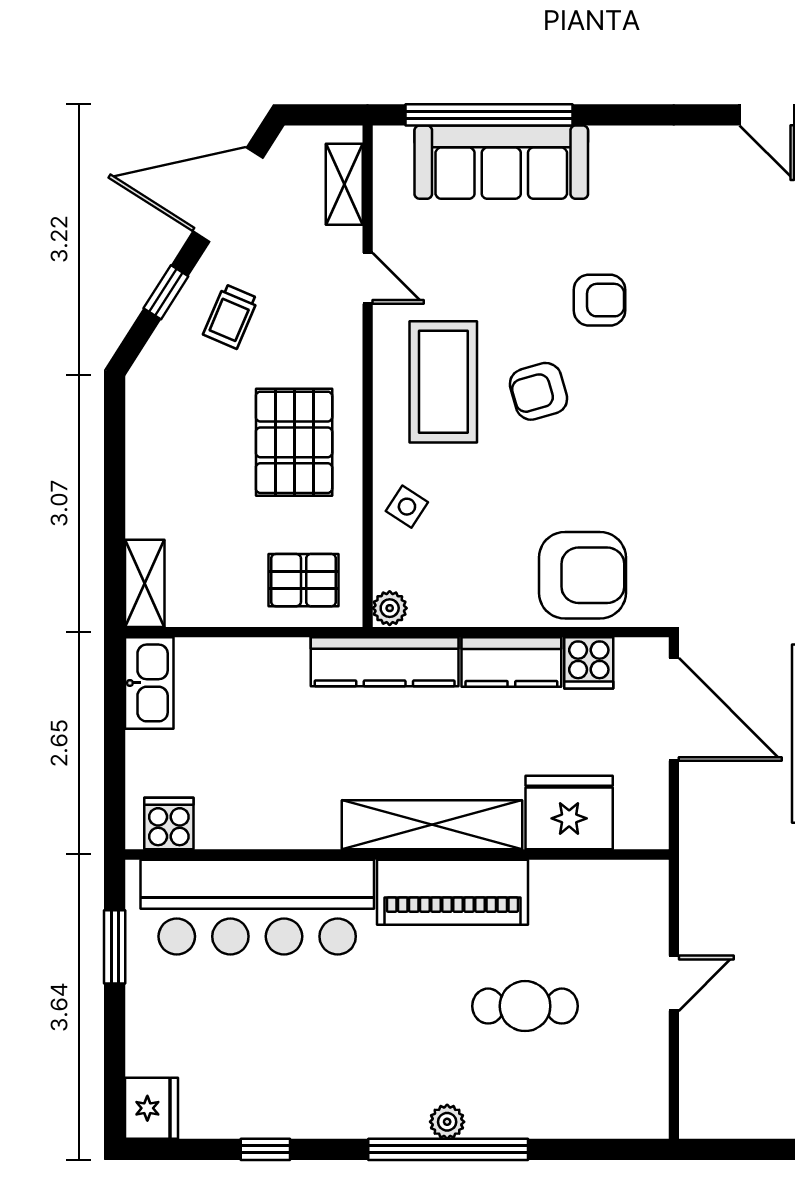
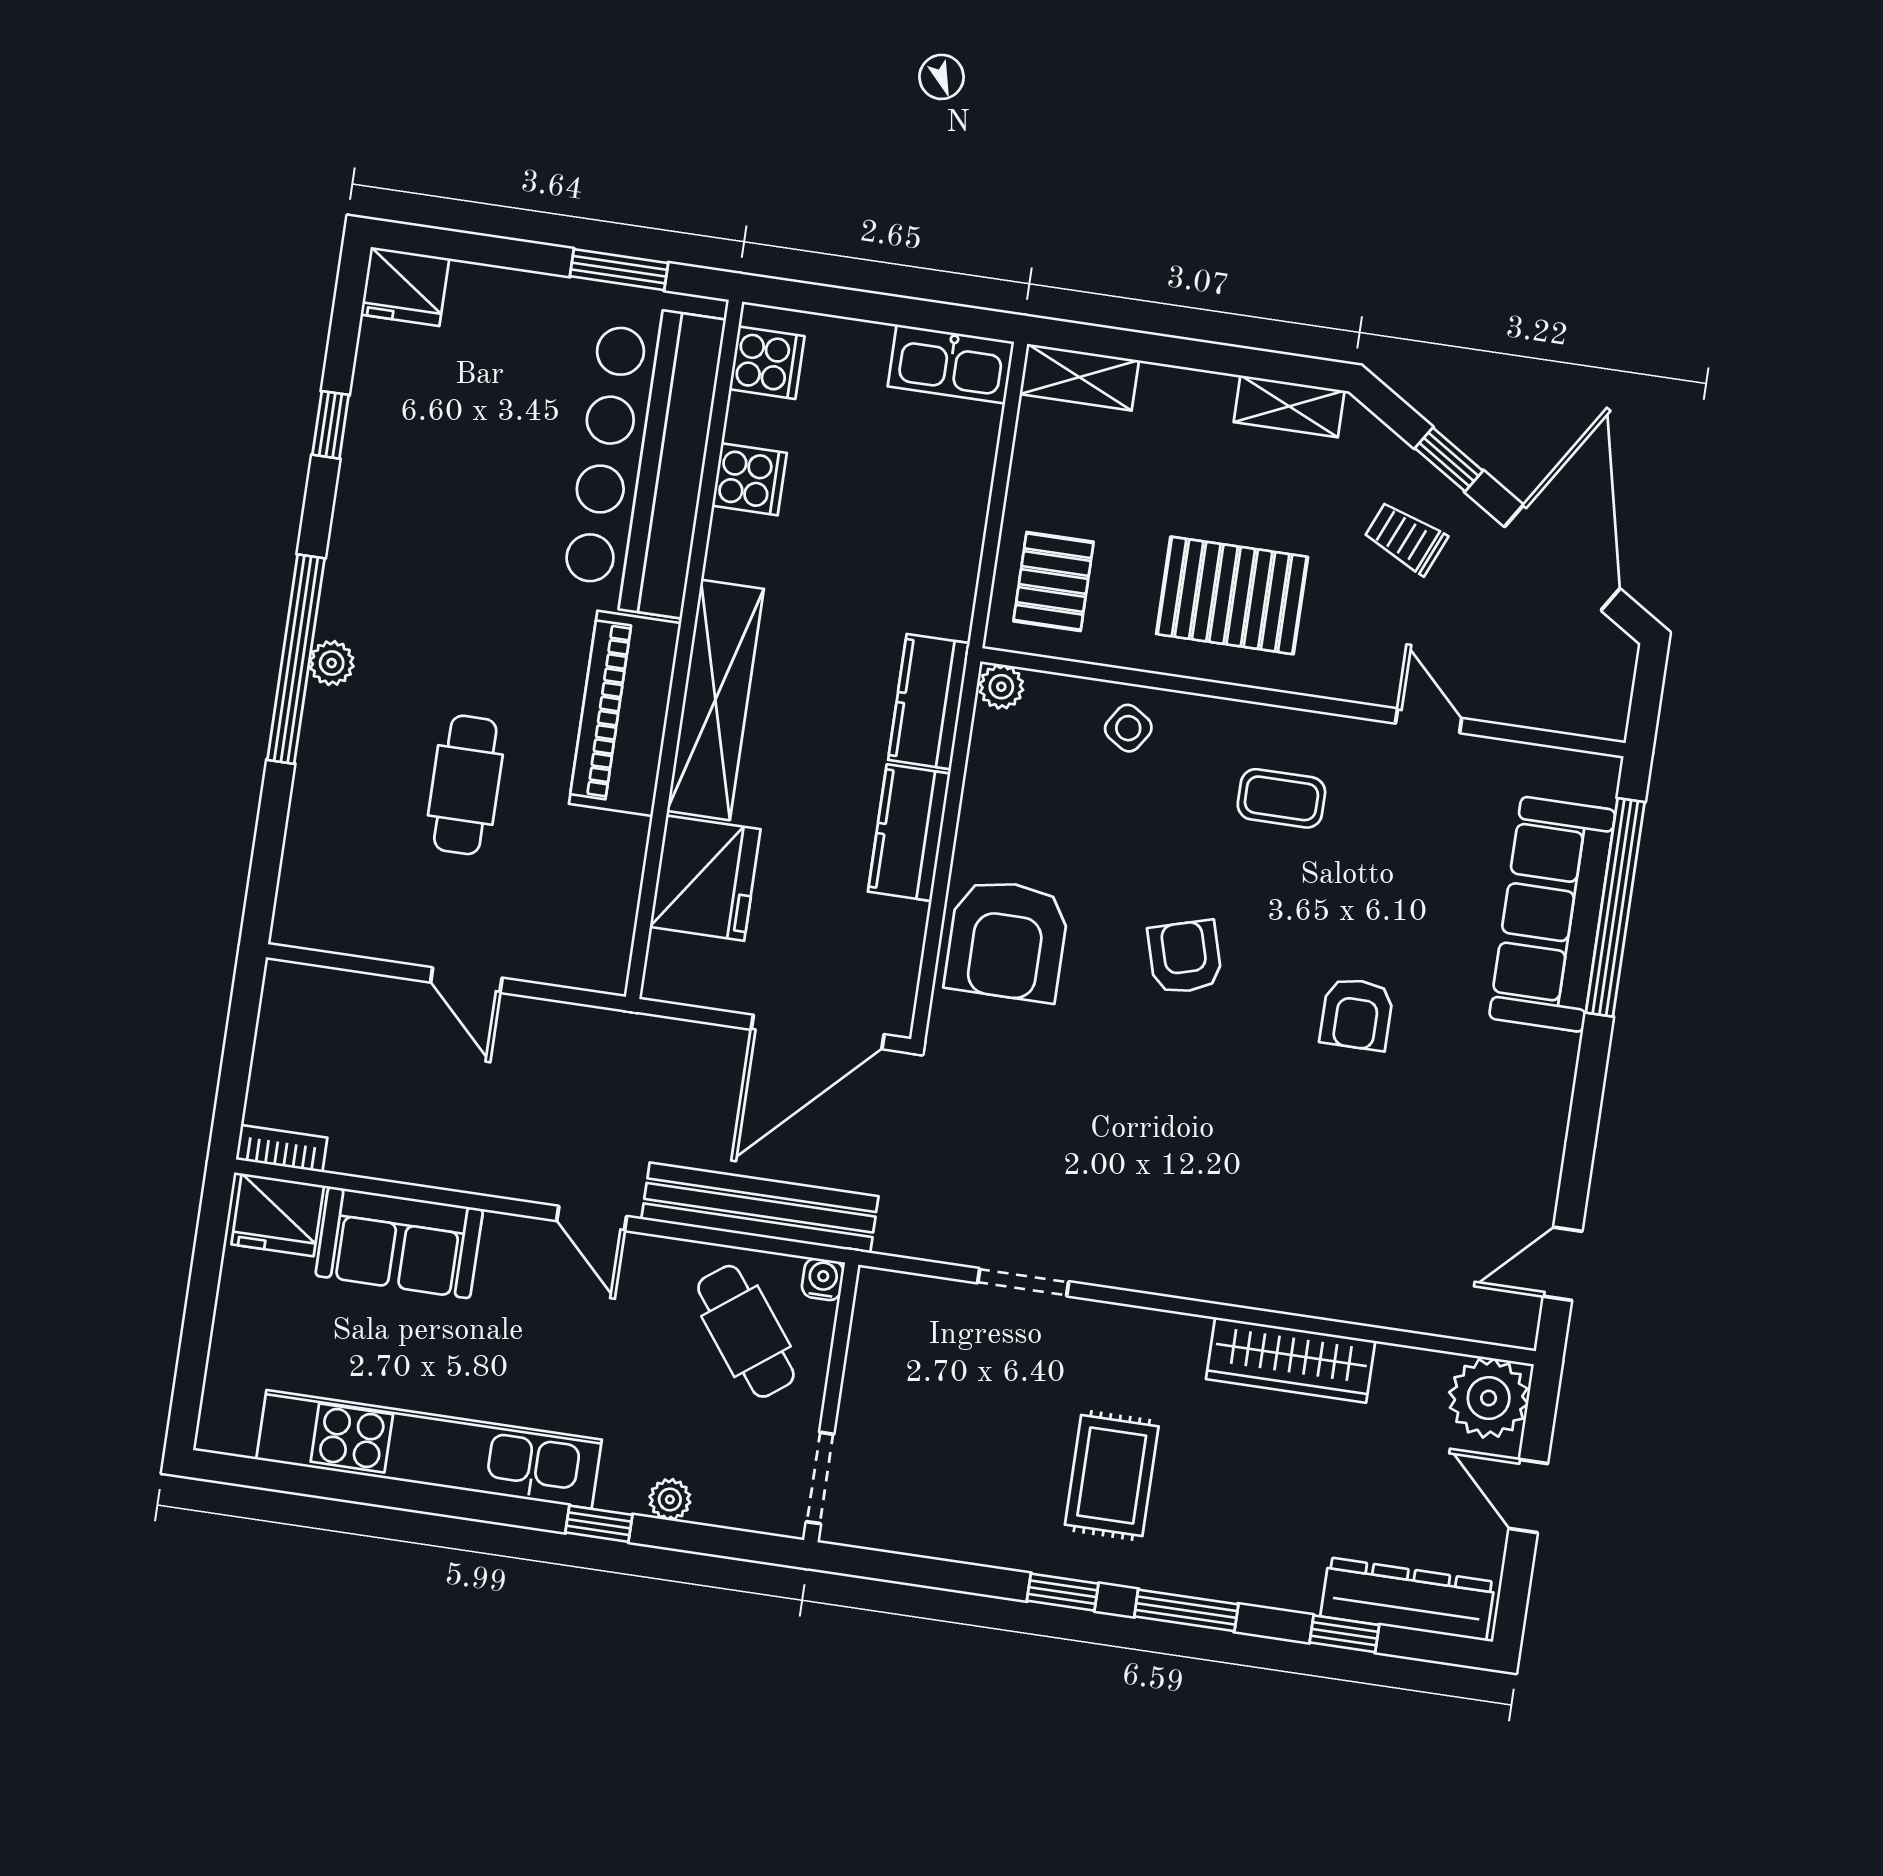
shelving: (344, 184) -> (1289, 406), moved
door: (368, 278) -> (1429, 721), swing flipped
coffee table: (443, 382) -> (1281, 798), width x0.54, depth x0.58
armchair: (539, 391) -> (1185, 957), moved
kitchen counter: (385, 662) -> (929, 702), width x0.67
cooker: (589, 663) -> (749, 479), moved, turned 180

